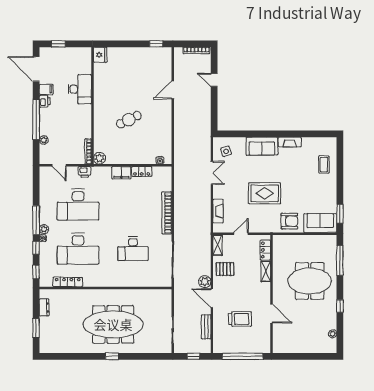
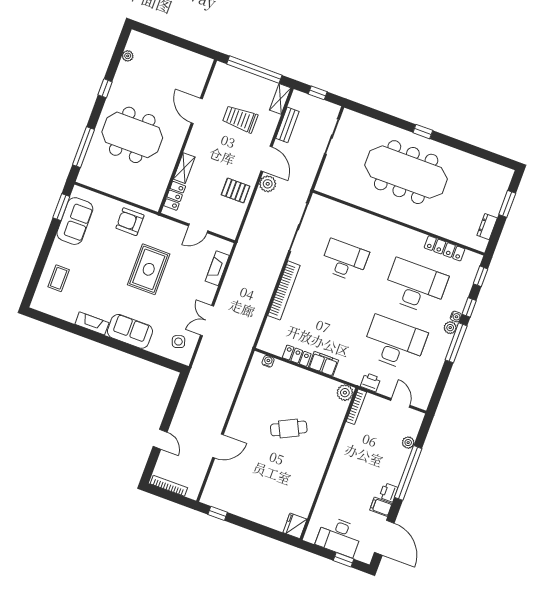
desk: (80, 89) -> (339, 536), moved, turned -90
rug: (265, 193) -> (149, 269), turned 90
sofa: (320, 223) -> (75, 221), moved, turned -90
shelving: (218, 245) -> (280, 99), moved

